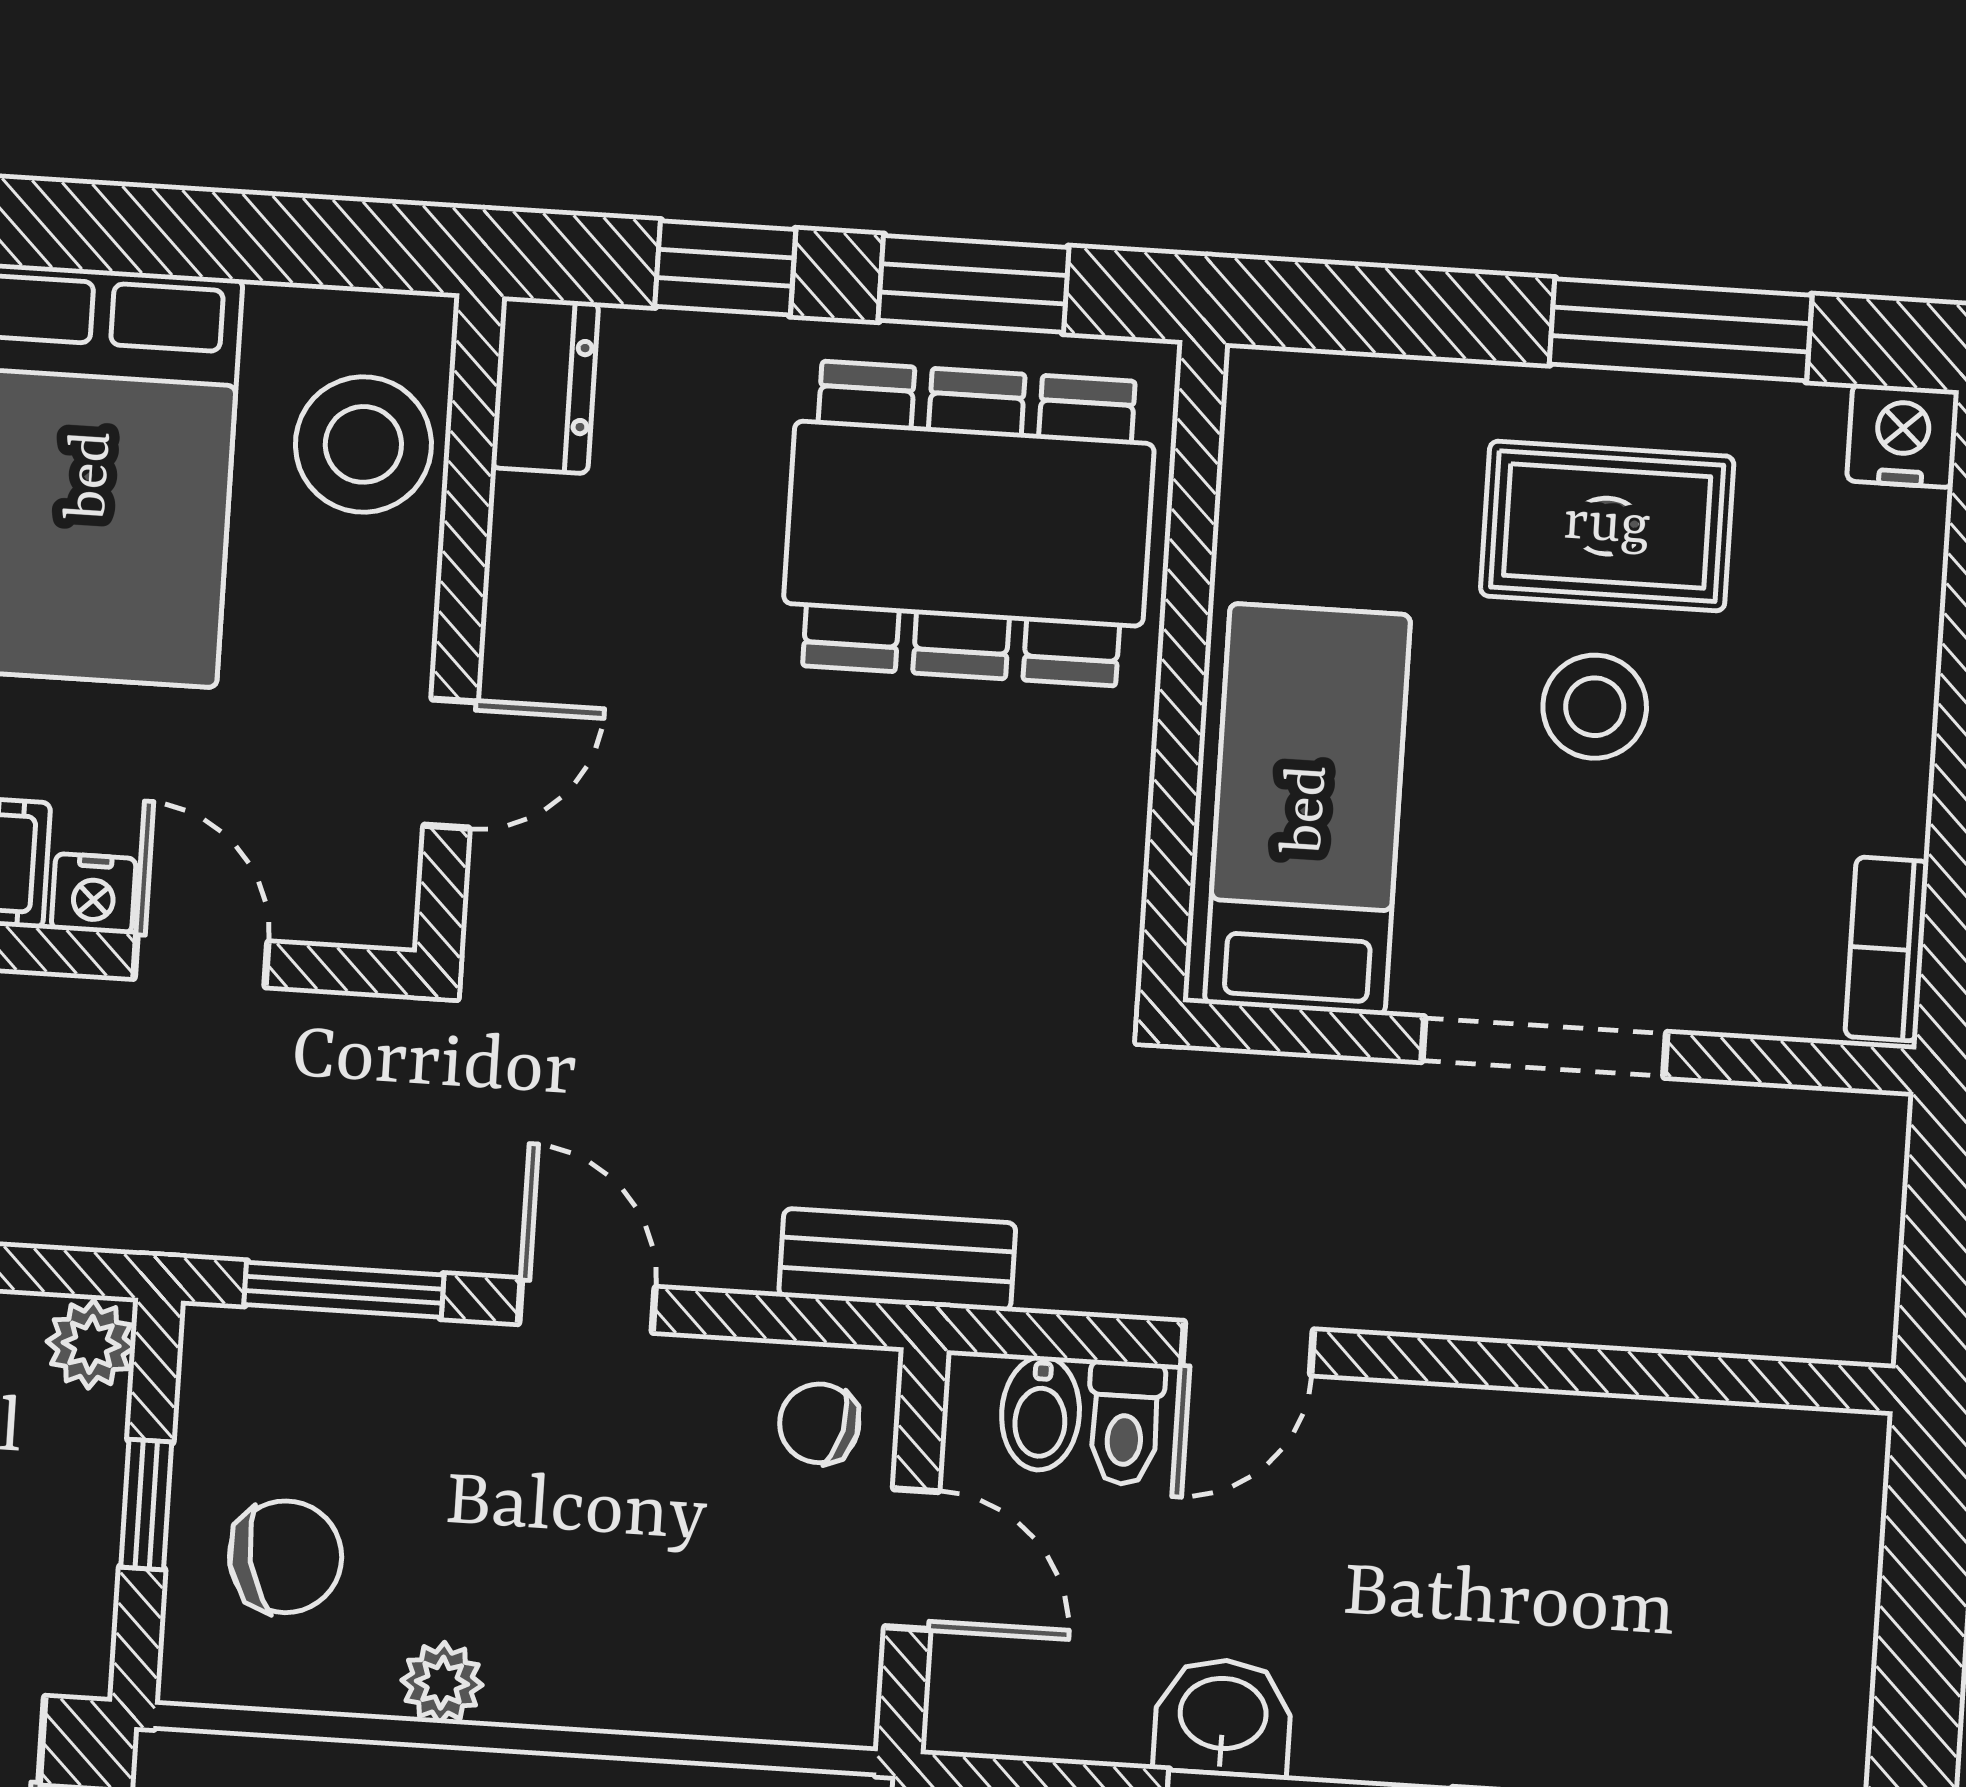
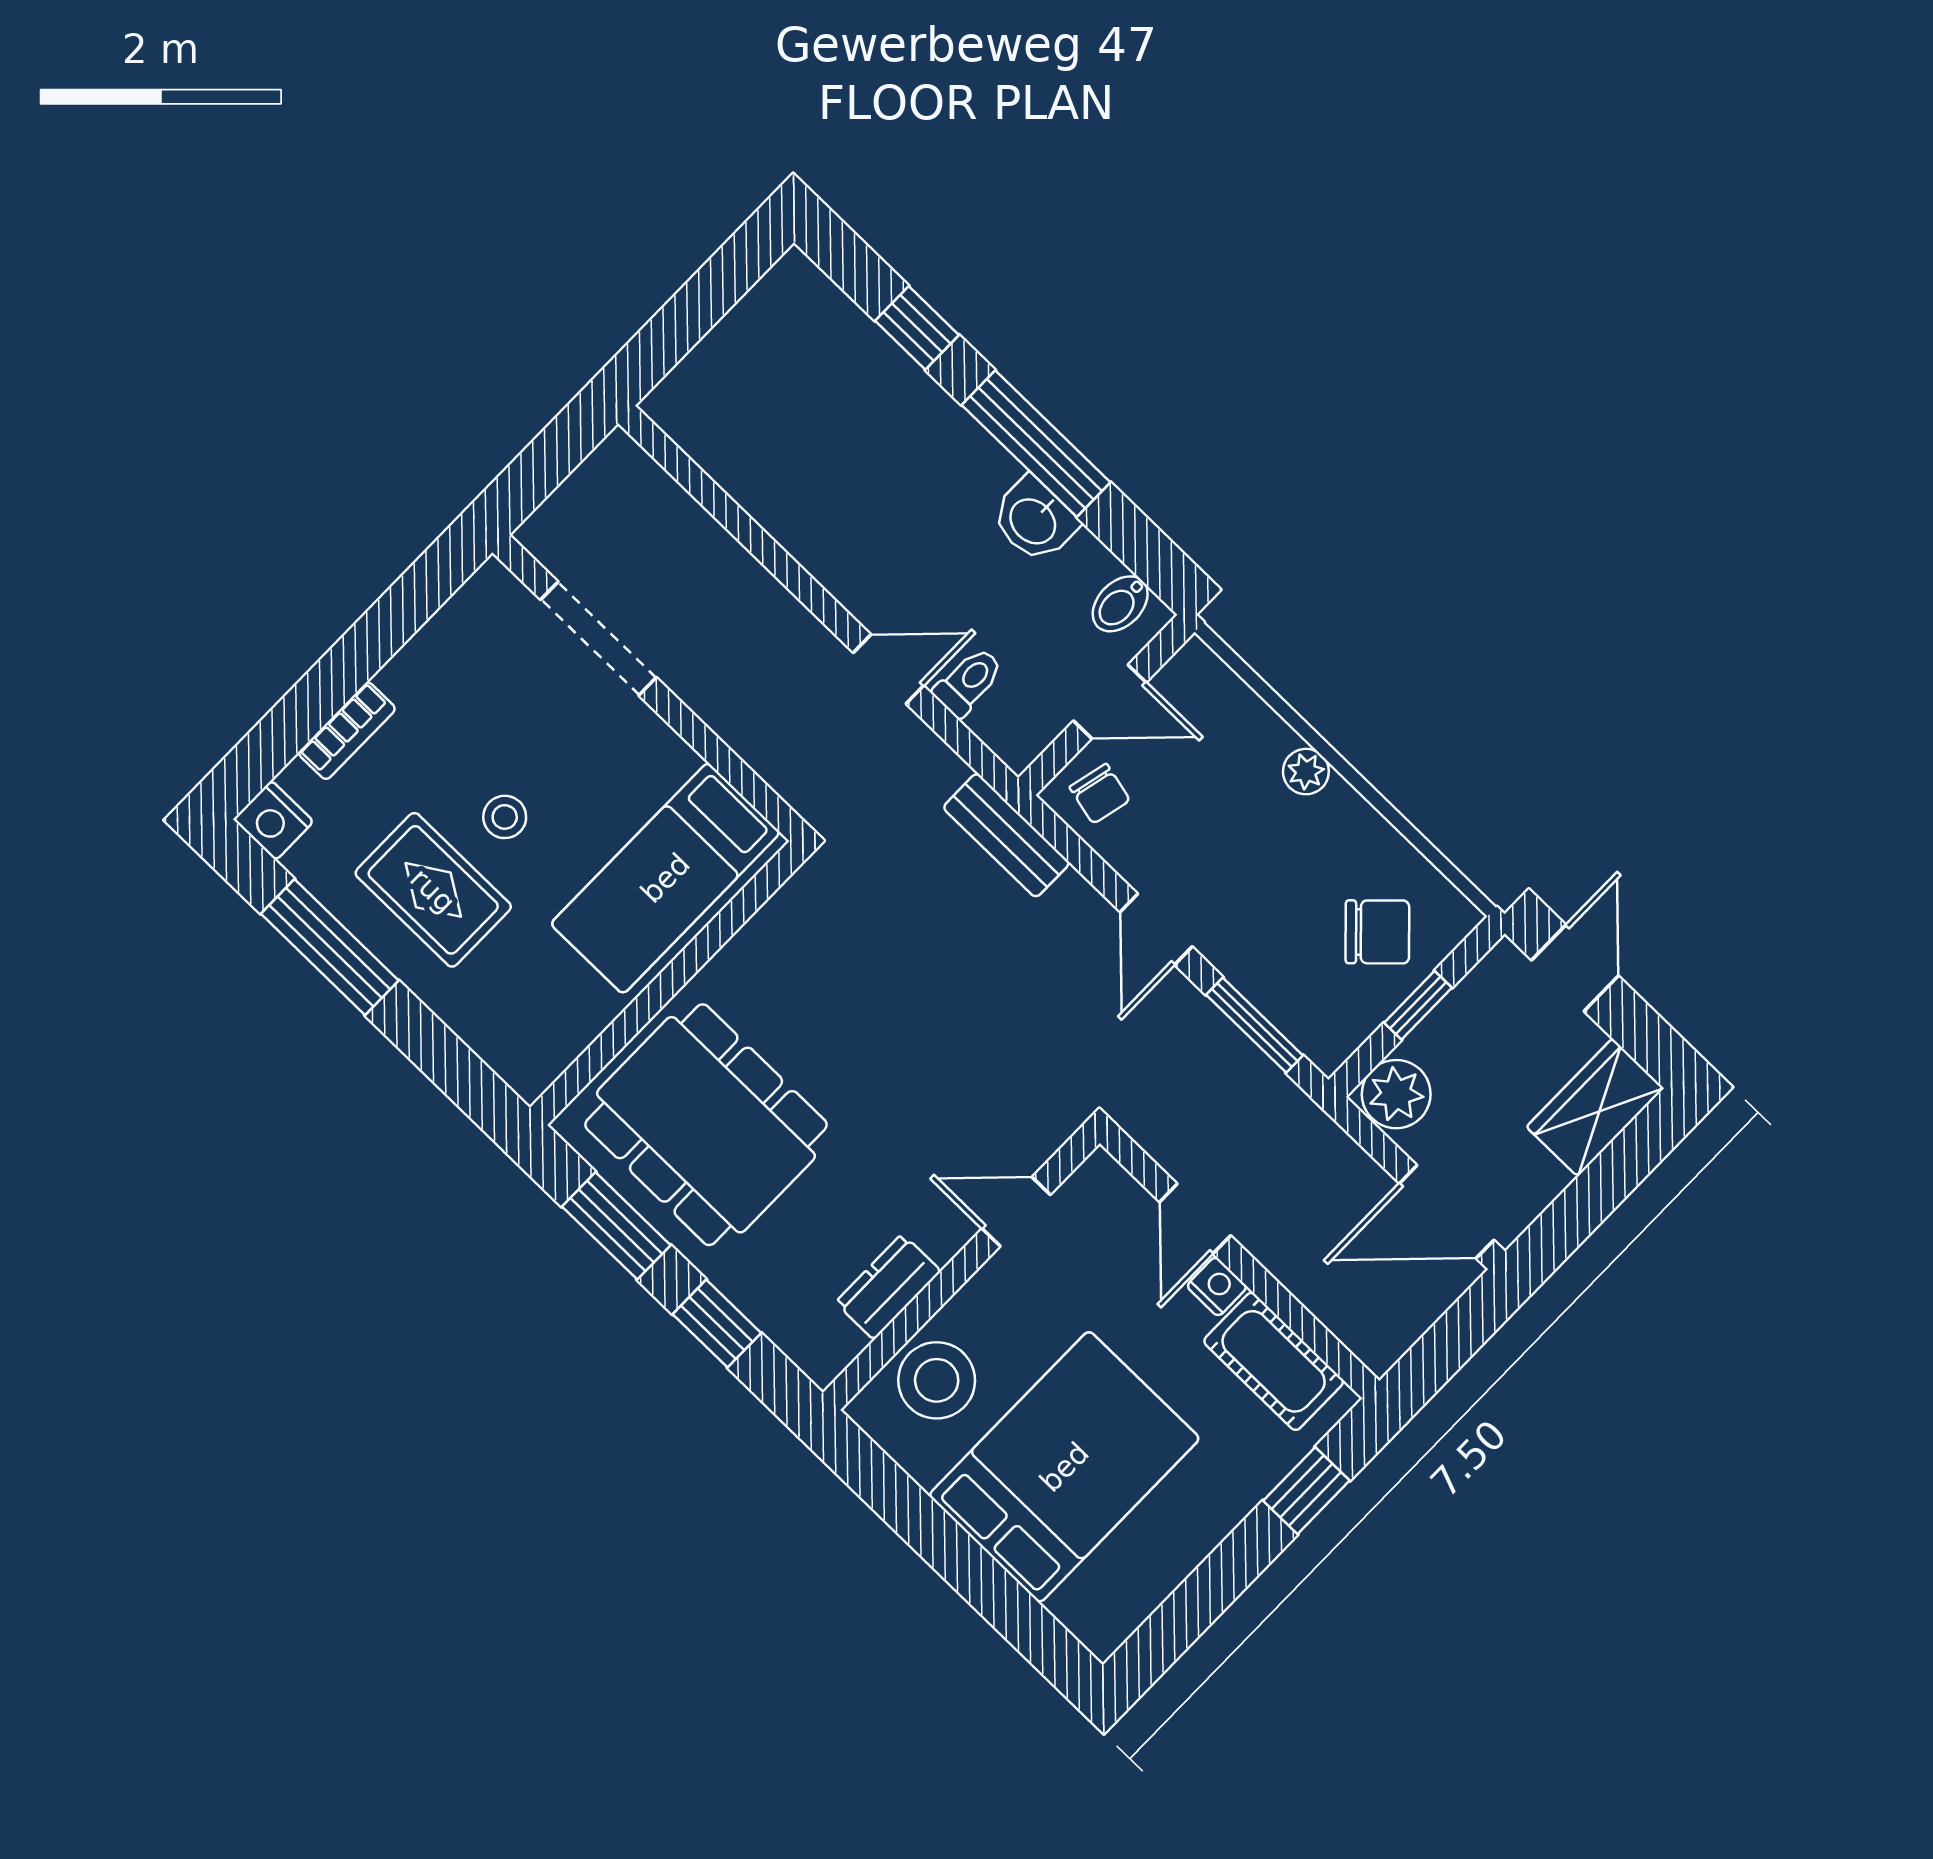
dresser: (545, 385) -> (888, 1287), moved
stool: (1595, 707) -> (505, 817), width x0.73, depth x0.73
bookcase: (1887, 949) -> (347, 731), moved
doorway: (1544, 1047) -> (599, 639), moved
plant: (91, 1344) -> (1396, 1094), width x1.38, depth x1.38
bidet: (1041, 1413) -> (1120, 604), moved, turned 180
chair: (286, 1557) -> (1377, 932), turned 148
door: (912, 1559) -> (1110, 702), swing flipped
plant: (442, 1683) -> (1306, 772), moved

